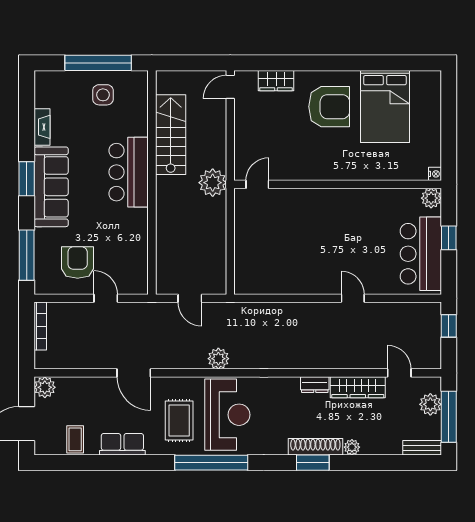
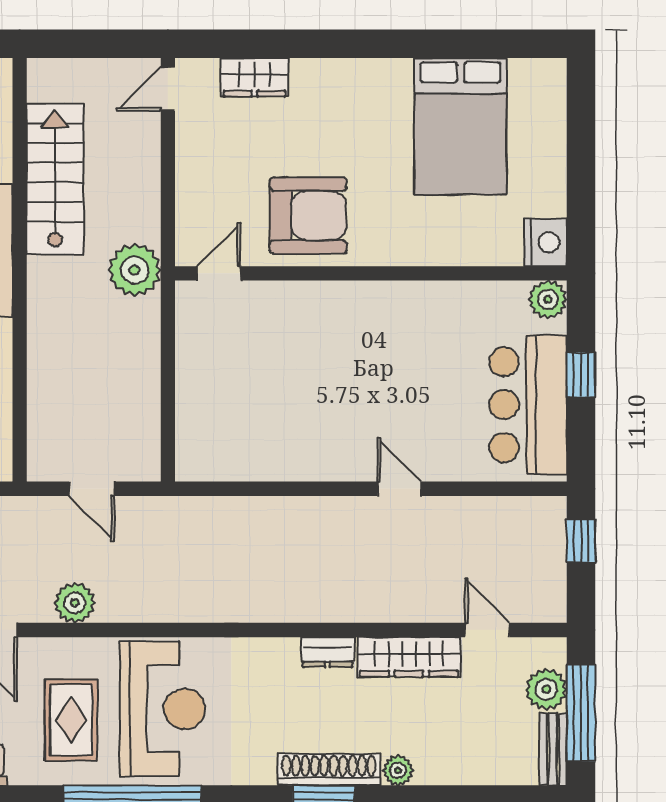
armchair: (329, 107) -> (308, 216), moved
nightstand: (435, 174) -> (545, 242), width x1.89, depth x1.79
plant: (218, 359) -> (75, 603), moved
bench: (422, 448) -> (553, 749), moved, turned 90

